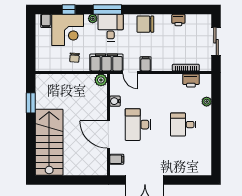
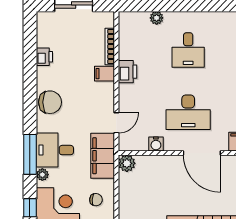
chair: (145, 24) -> (50, 102), turned -90
filing cabinet: (146, 64) -> (105, 74), moved
printer: (191, 80) -> (128, 72), moved
door: (108, 135) -> (202, 153), hinge flipped

